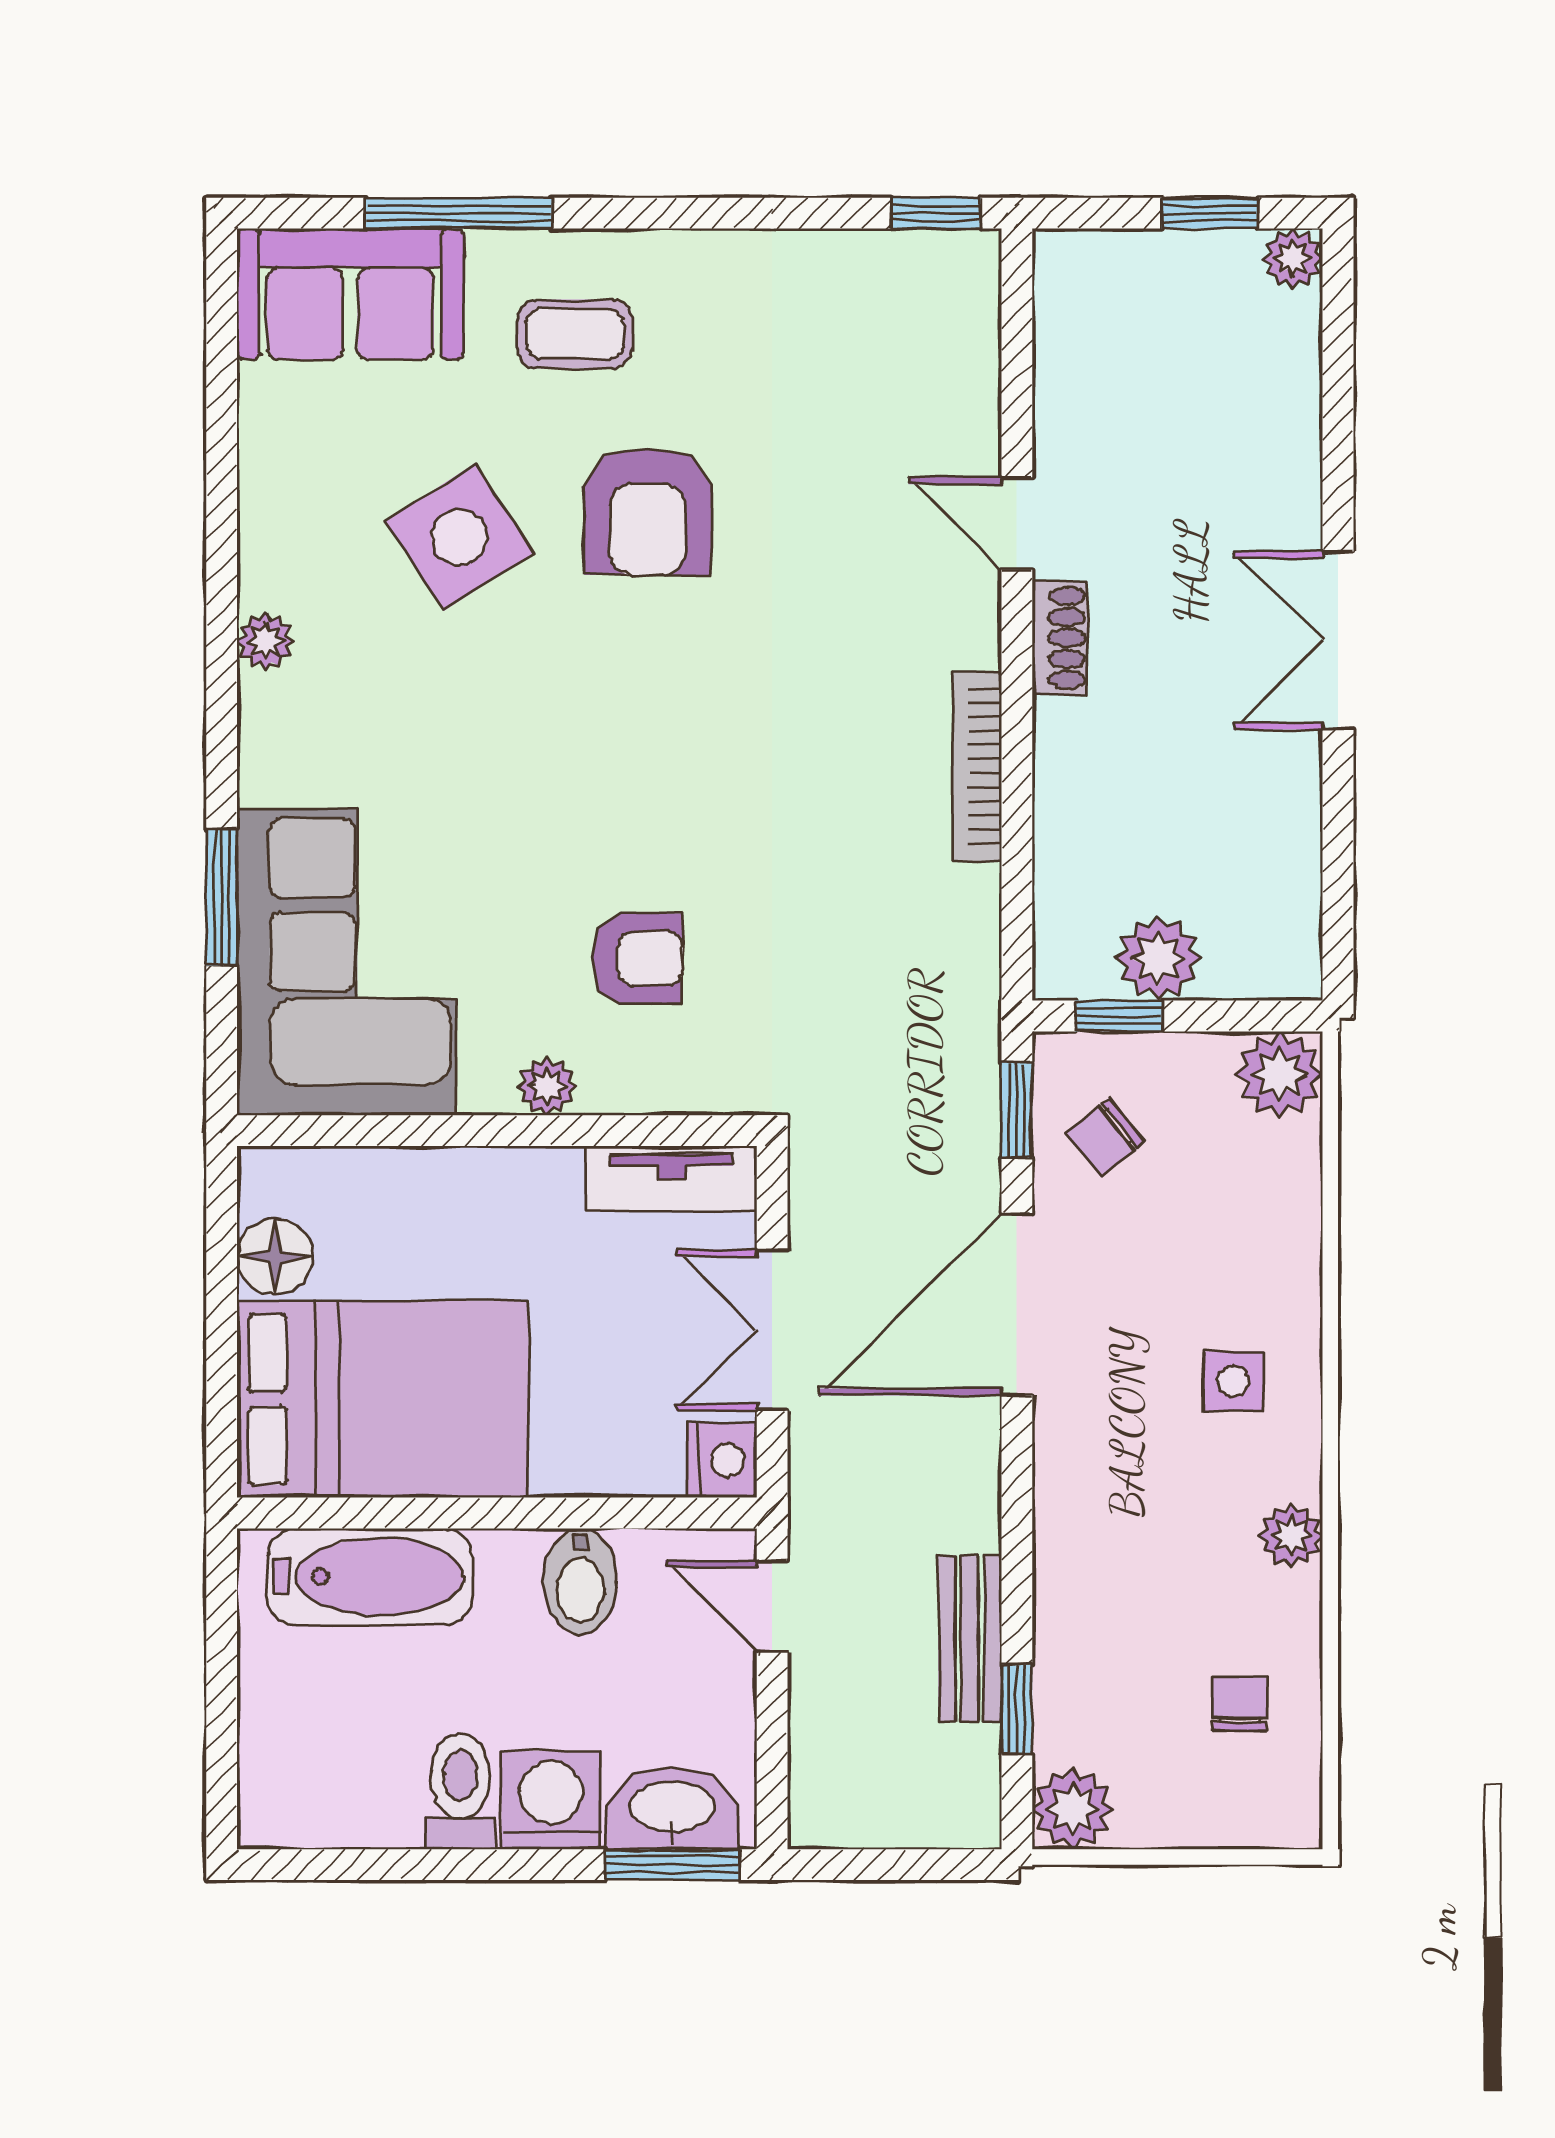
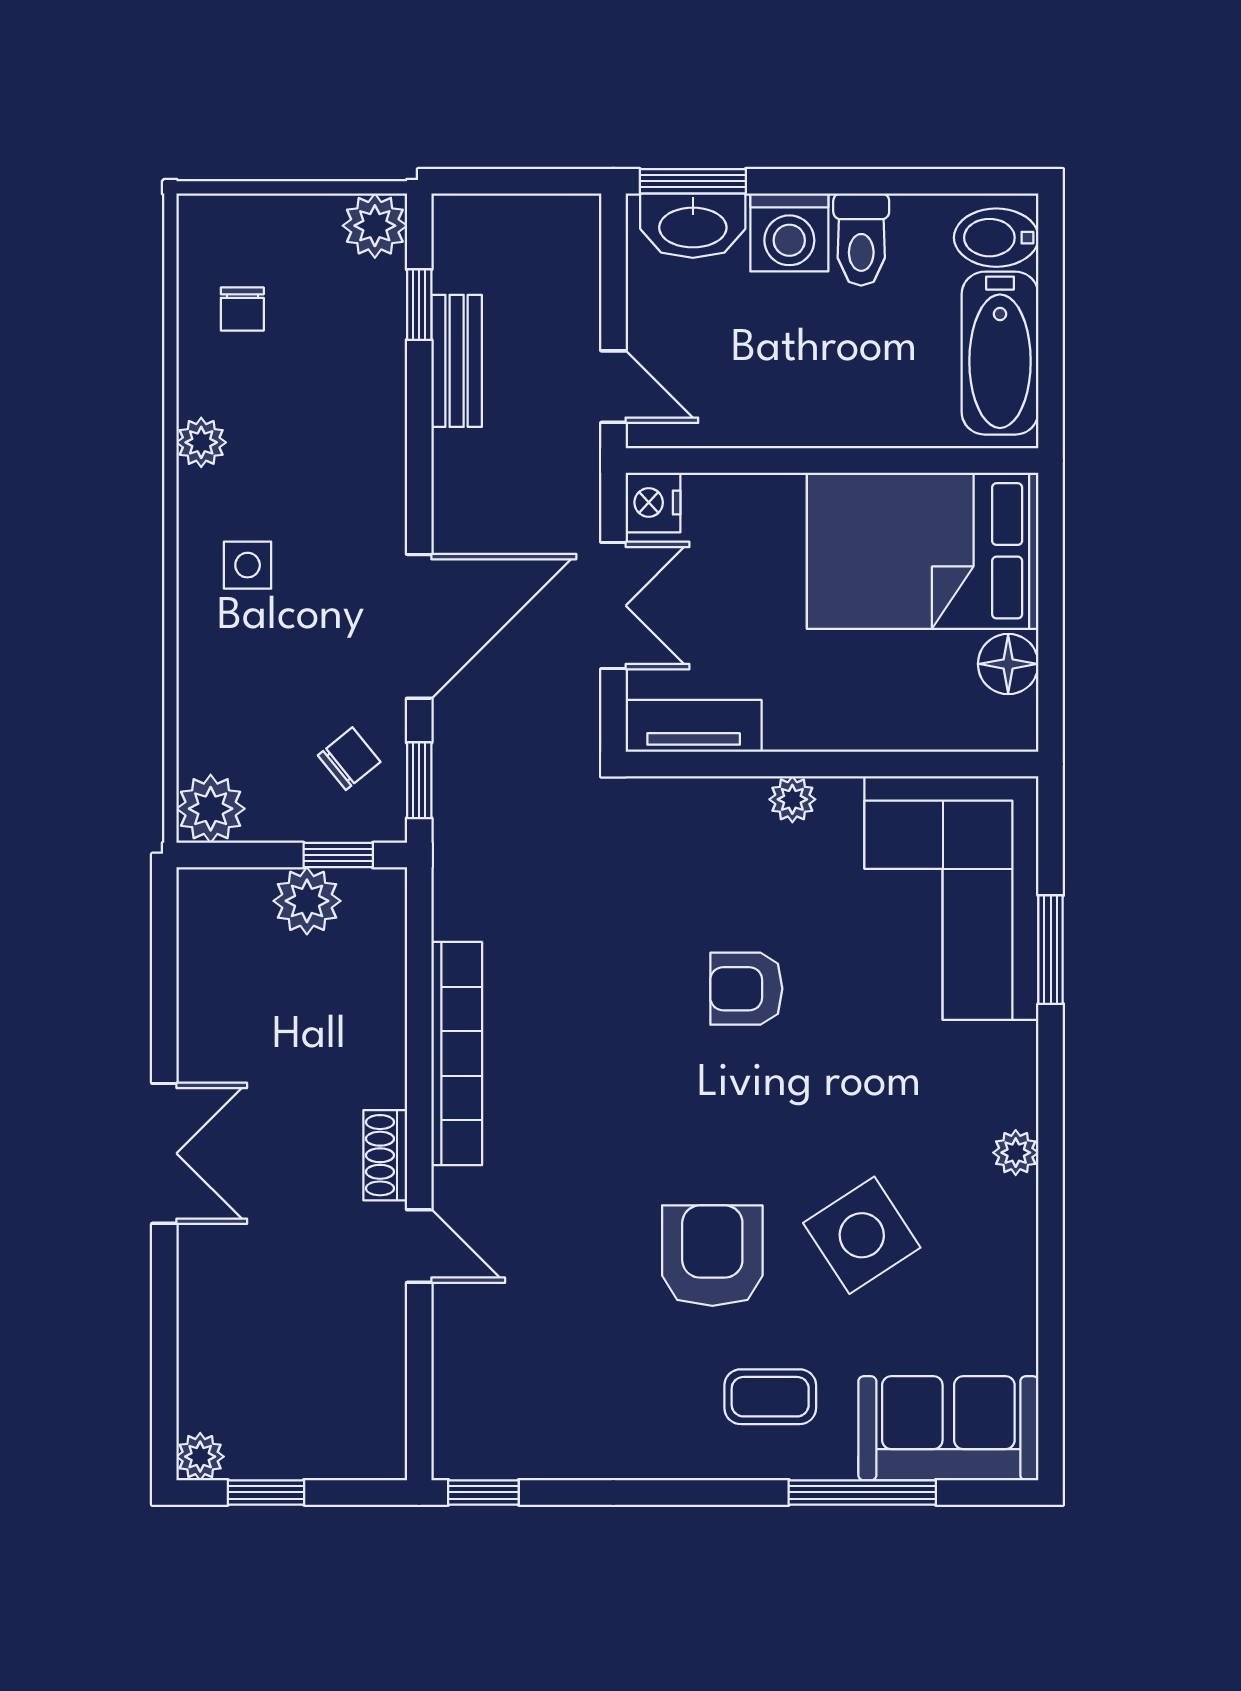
bookcase: (977, 766) -> (457, 1054), width x1.48, depth x1.31
armchair: (638, 959) -> (746, 989), moved
bathtub: (370, 1577) -> (1000, 353), moved, turned -90
bidet: (580, 1581) -> (996, 238), moved, turned -90

